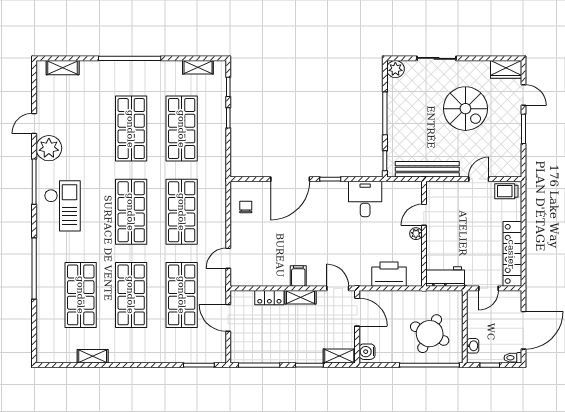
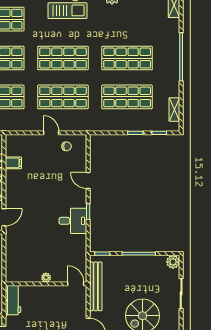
door: (290, 179) -> (88, 181), width x0.53
desk: (365, 199) -> (73, 221), moved
door: (424, 215) -> (76, 284), moved
door: (228, 258) -> (51, 133), moved
printer: (389, 274) -> (15, 257), removed
filing cabinet: (298, 276) -> (13, 163), moved

